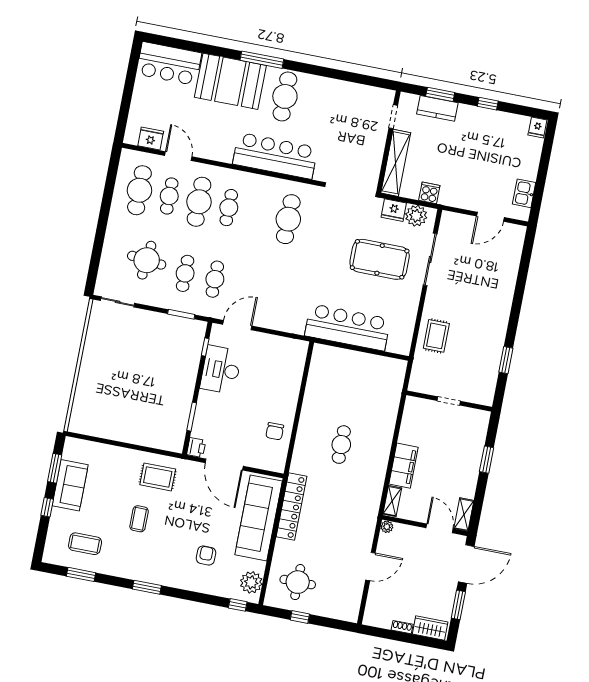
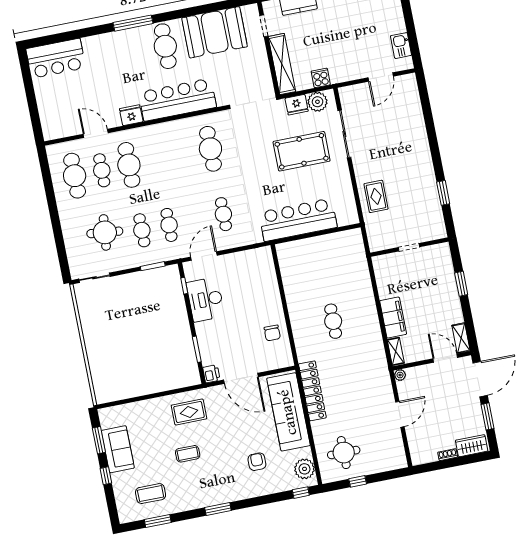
booth: (230, 81) -> (215, 32), moved
fridge: (151, 139) -> (131, 115), moved
cafe table: (229, 208) -> (223, 214), moved
coffee table: (139, 519) -> (188, 454), turned 90

